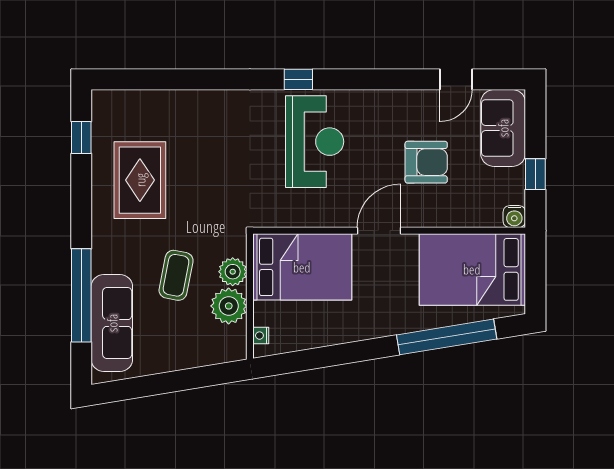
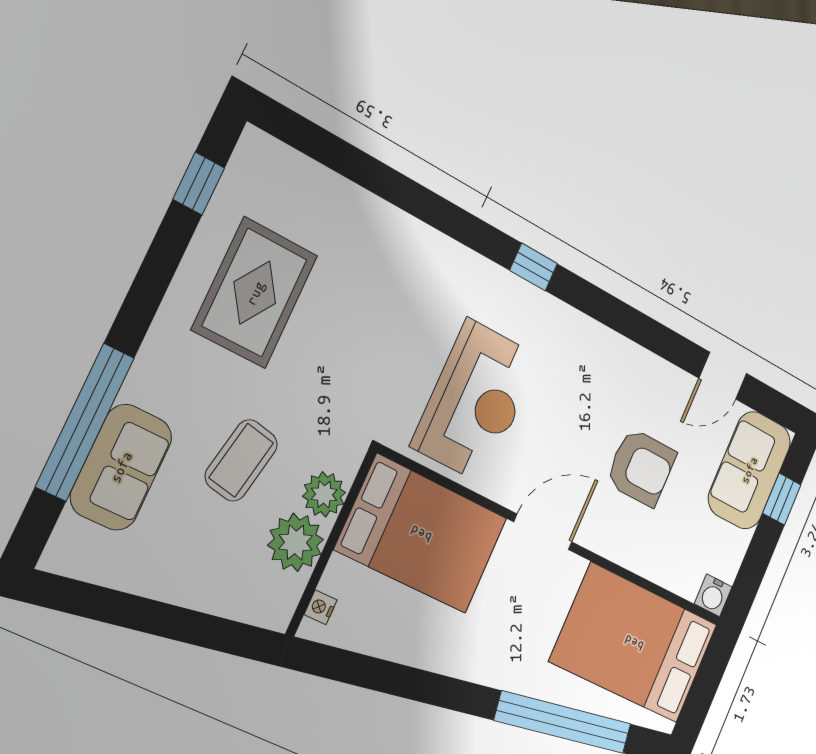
reception desk: (315, 142) -> (476, 401), moved
window: (535, 174) -> (782, 499), moved
sofa: (112, 323) -> (121, 467), width x0.73

